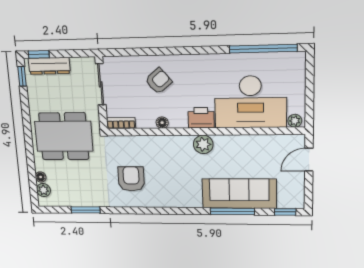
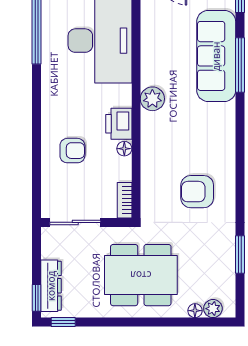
armchair: (159, 81) -> (72, 151), turned 130
printer: (201, 118) -> (119, 124), moved
dining table: (64, 136) -> (141, 275), turned 90

